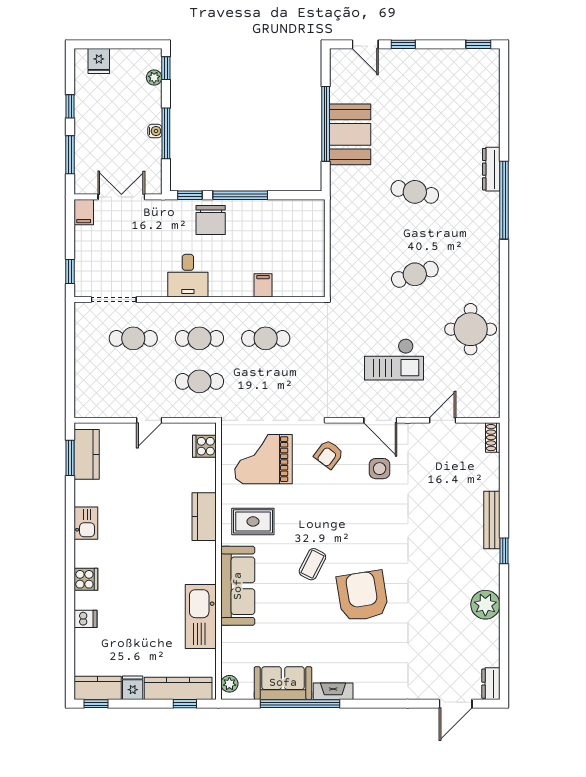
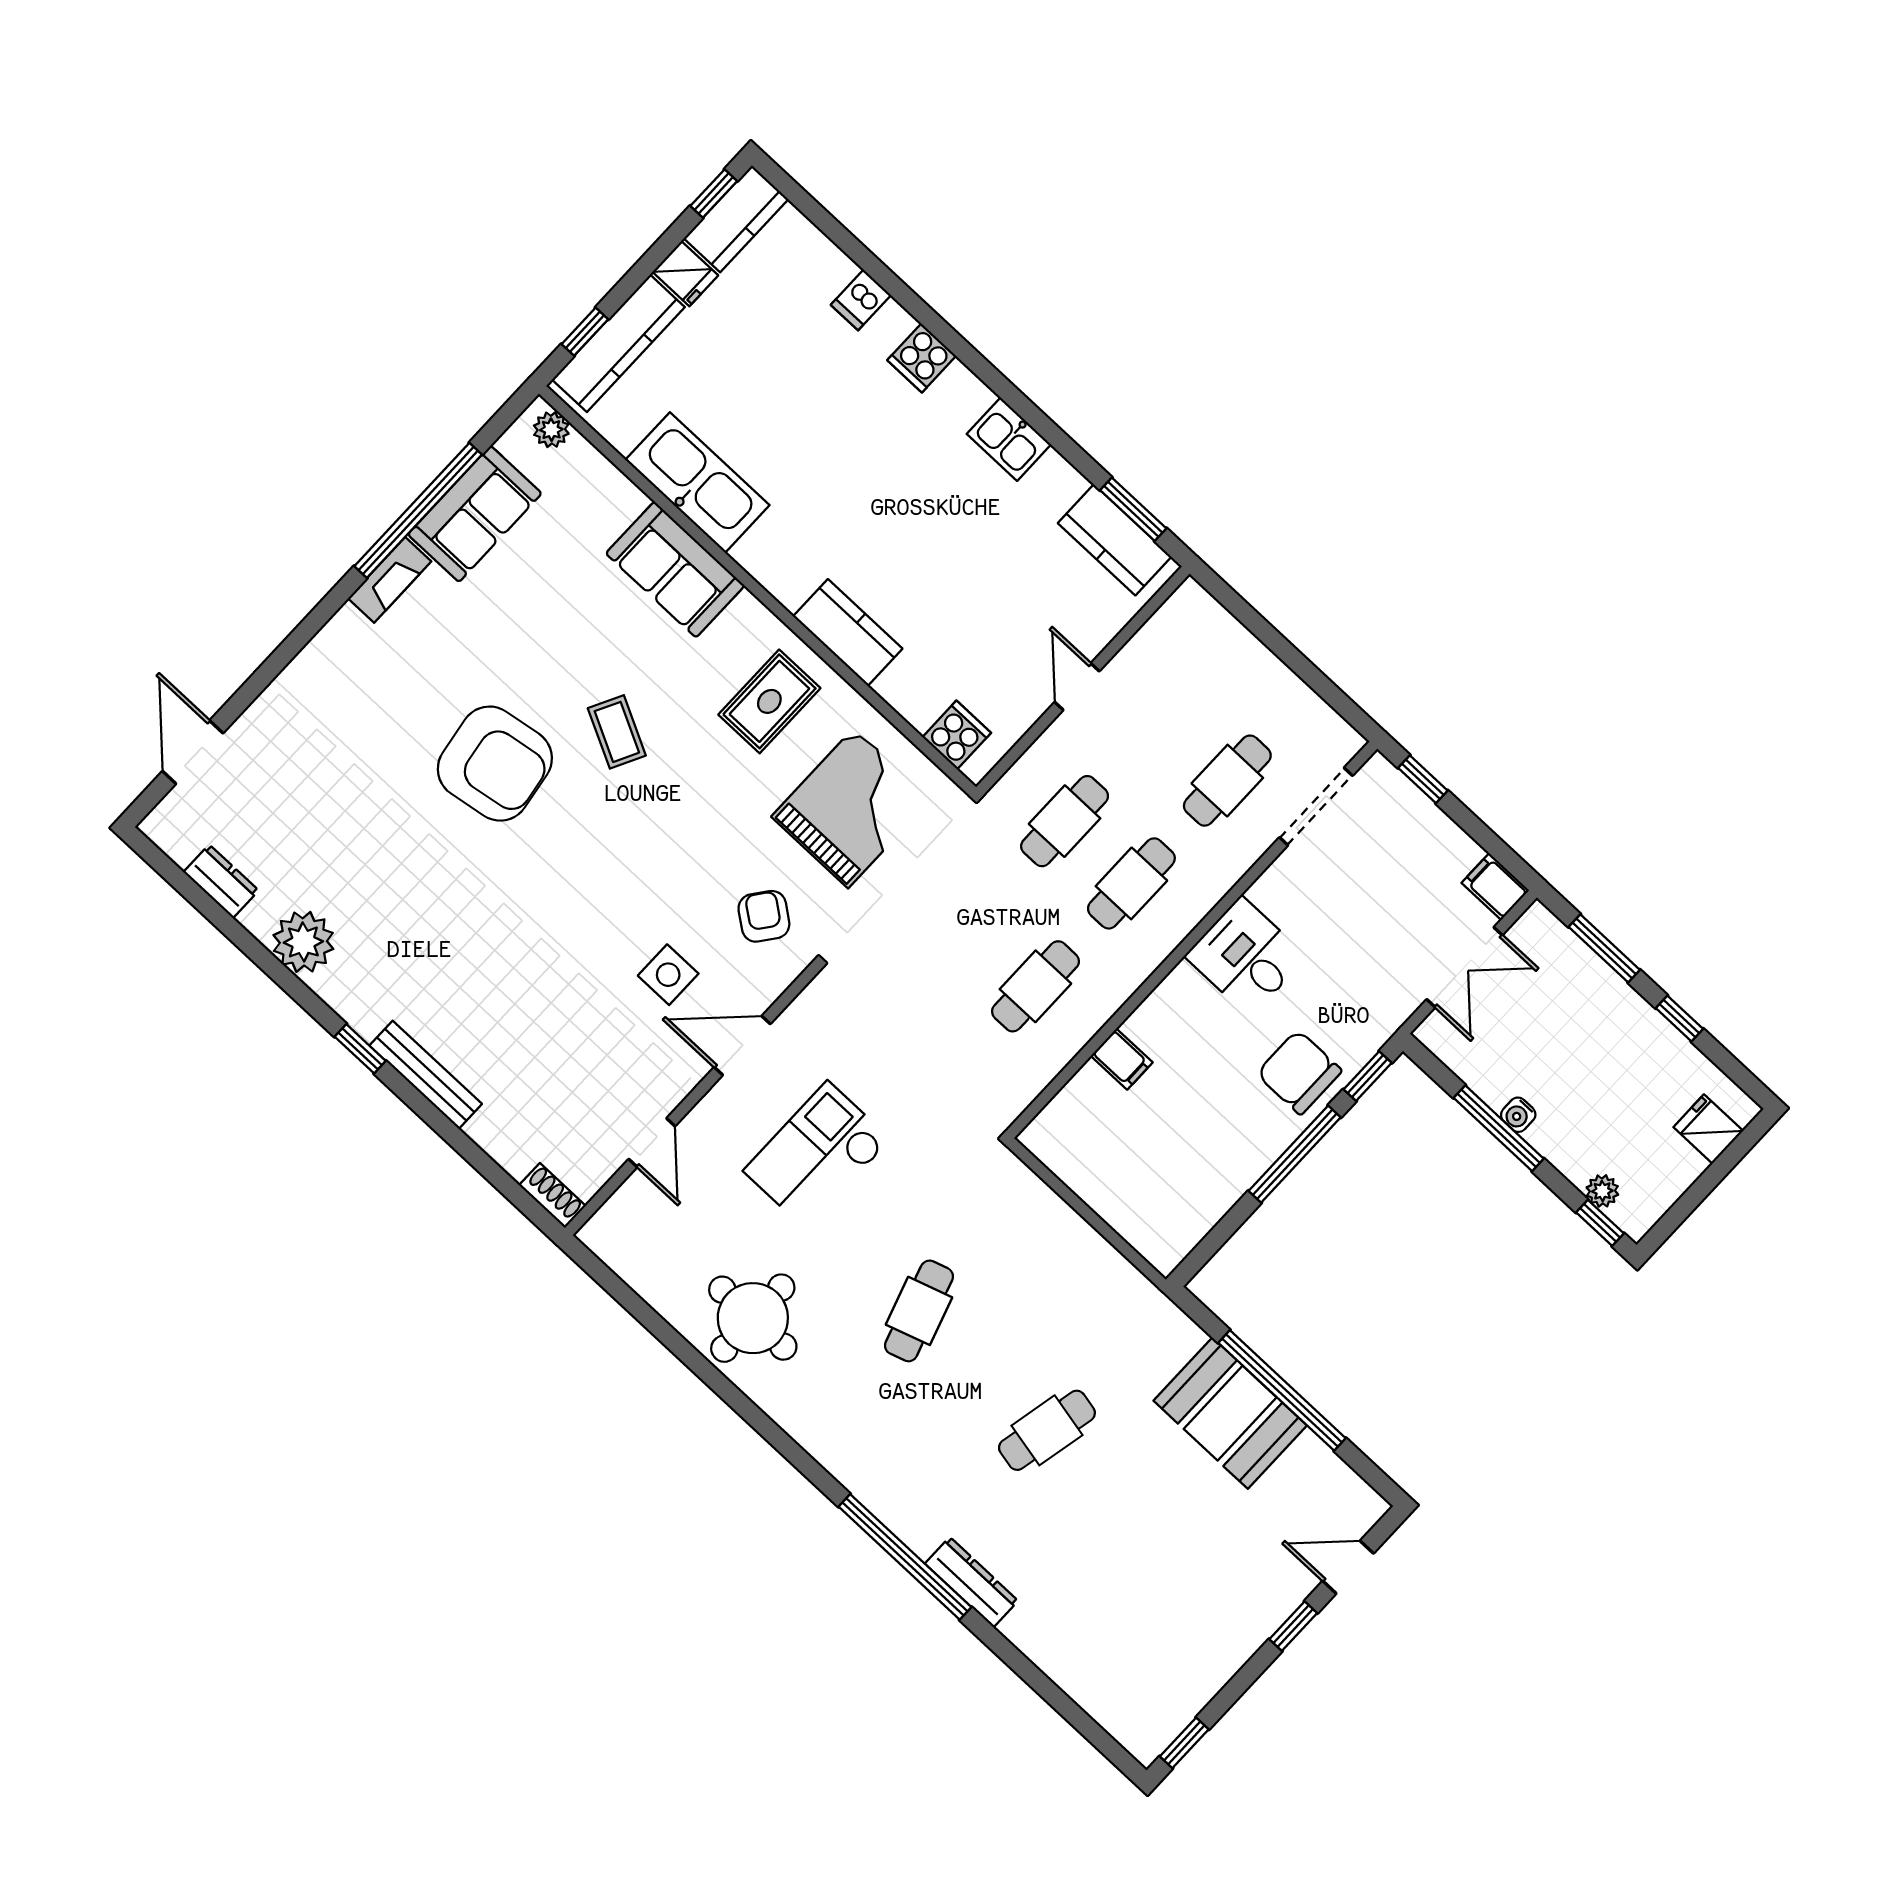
sofa: (238, 586) -> (675, 569), width x0.73
dresser: (491, 684) -> (221, 881), moved

